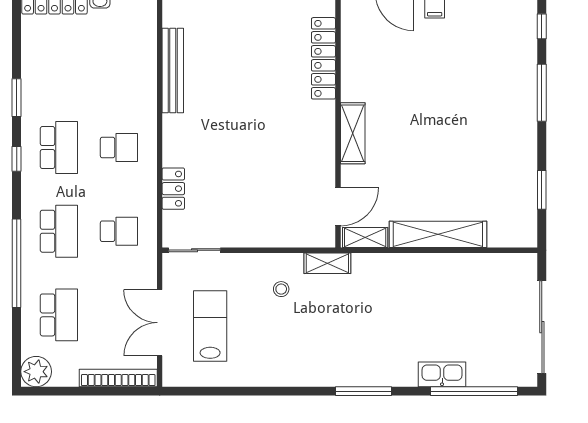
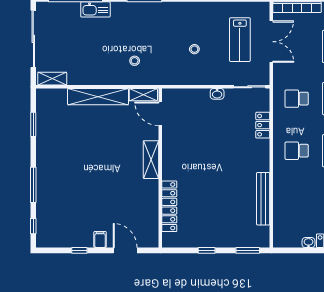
door: (338, 207) -> (160, 114), hinge flipped
washbasin: (247, 239) -> (217, 94), added
shelving: (327, 263) -> (52, 79), moved
stool: (281, 289) -> (194, 49), moved
stool: (379, 292) -> (135, 61), added

